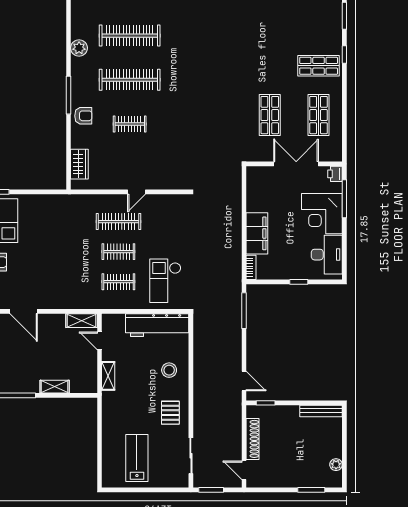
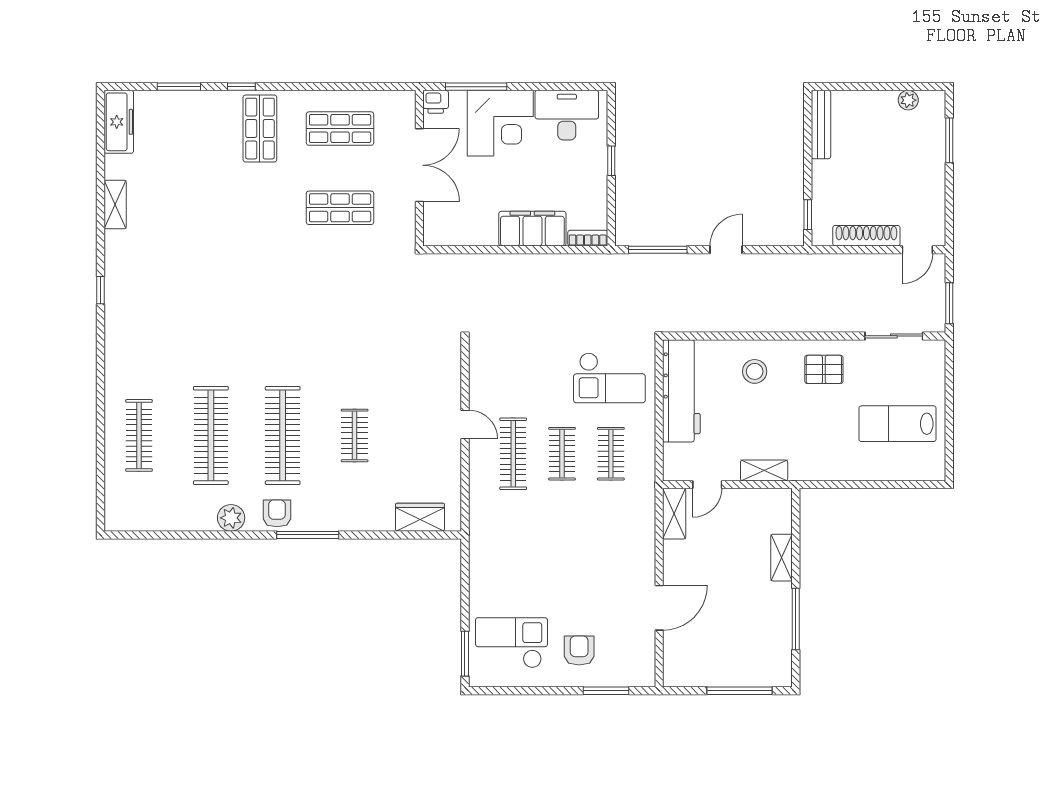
armchair: (83, 116) -> (277, 513), moved
double door: (296, 164) -> (419, 165), swing flipped
door: (244, 381) -> (726, 250), moved

